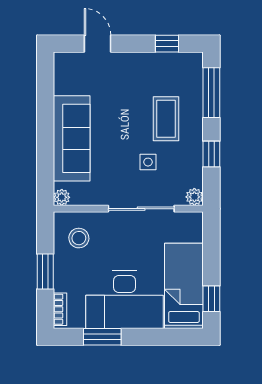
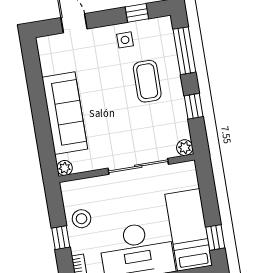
side table: (148, 162) -> (125, 40), moved
stool: (79, 238) -> (82, 219), moved
window: (45, 271) -> (61, 238), width x0.67

